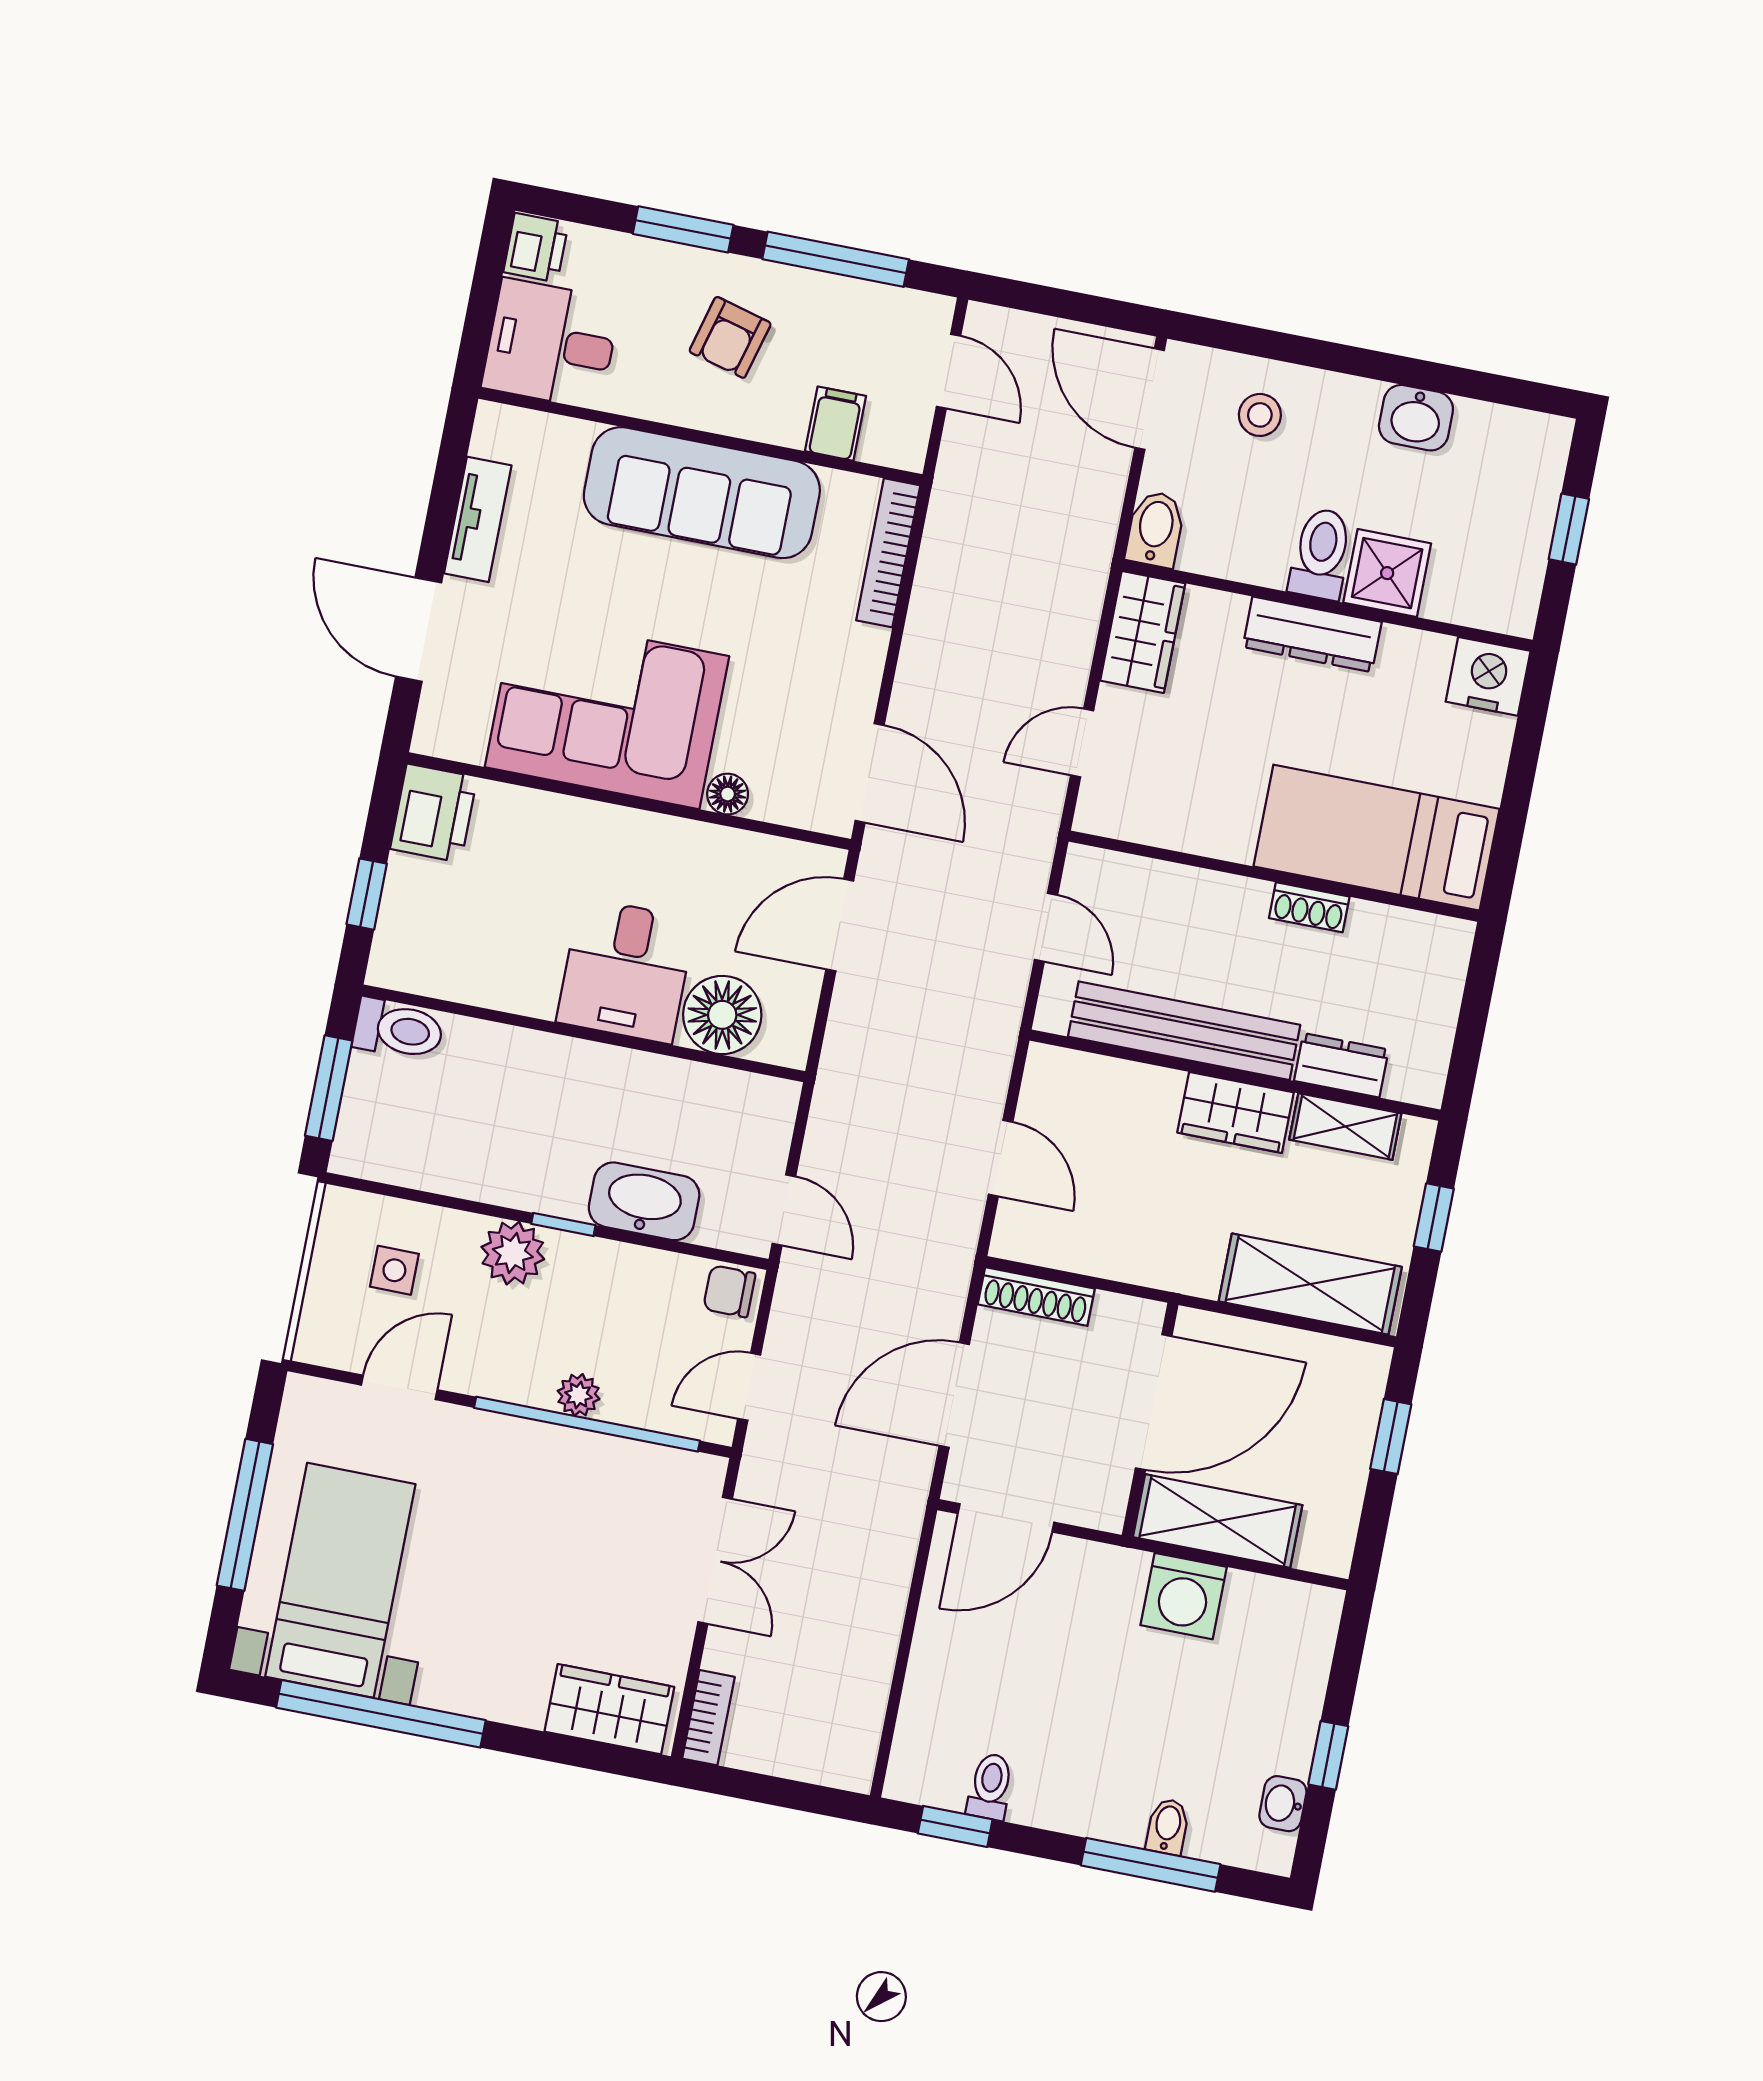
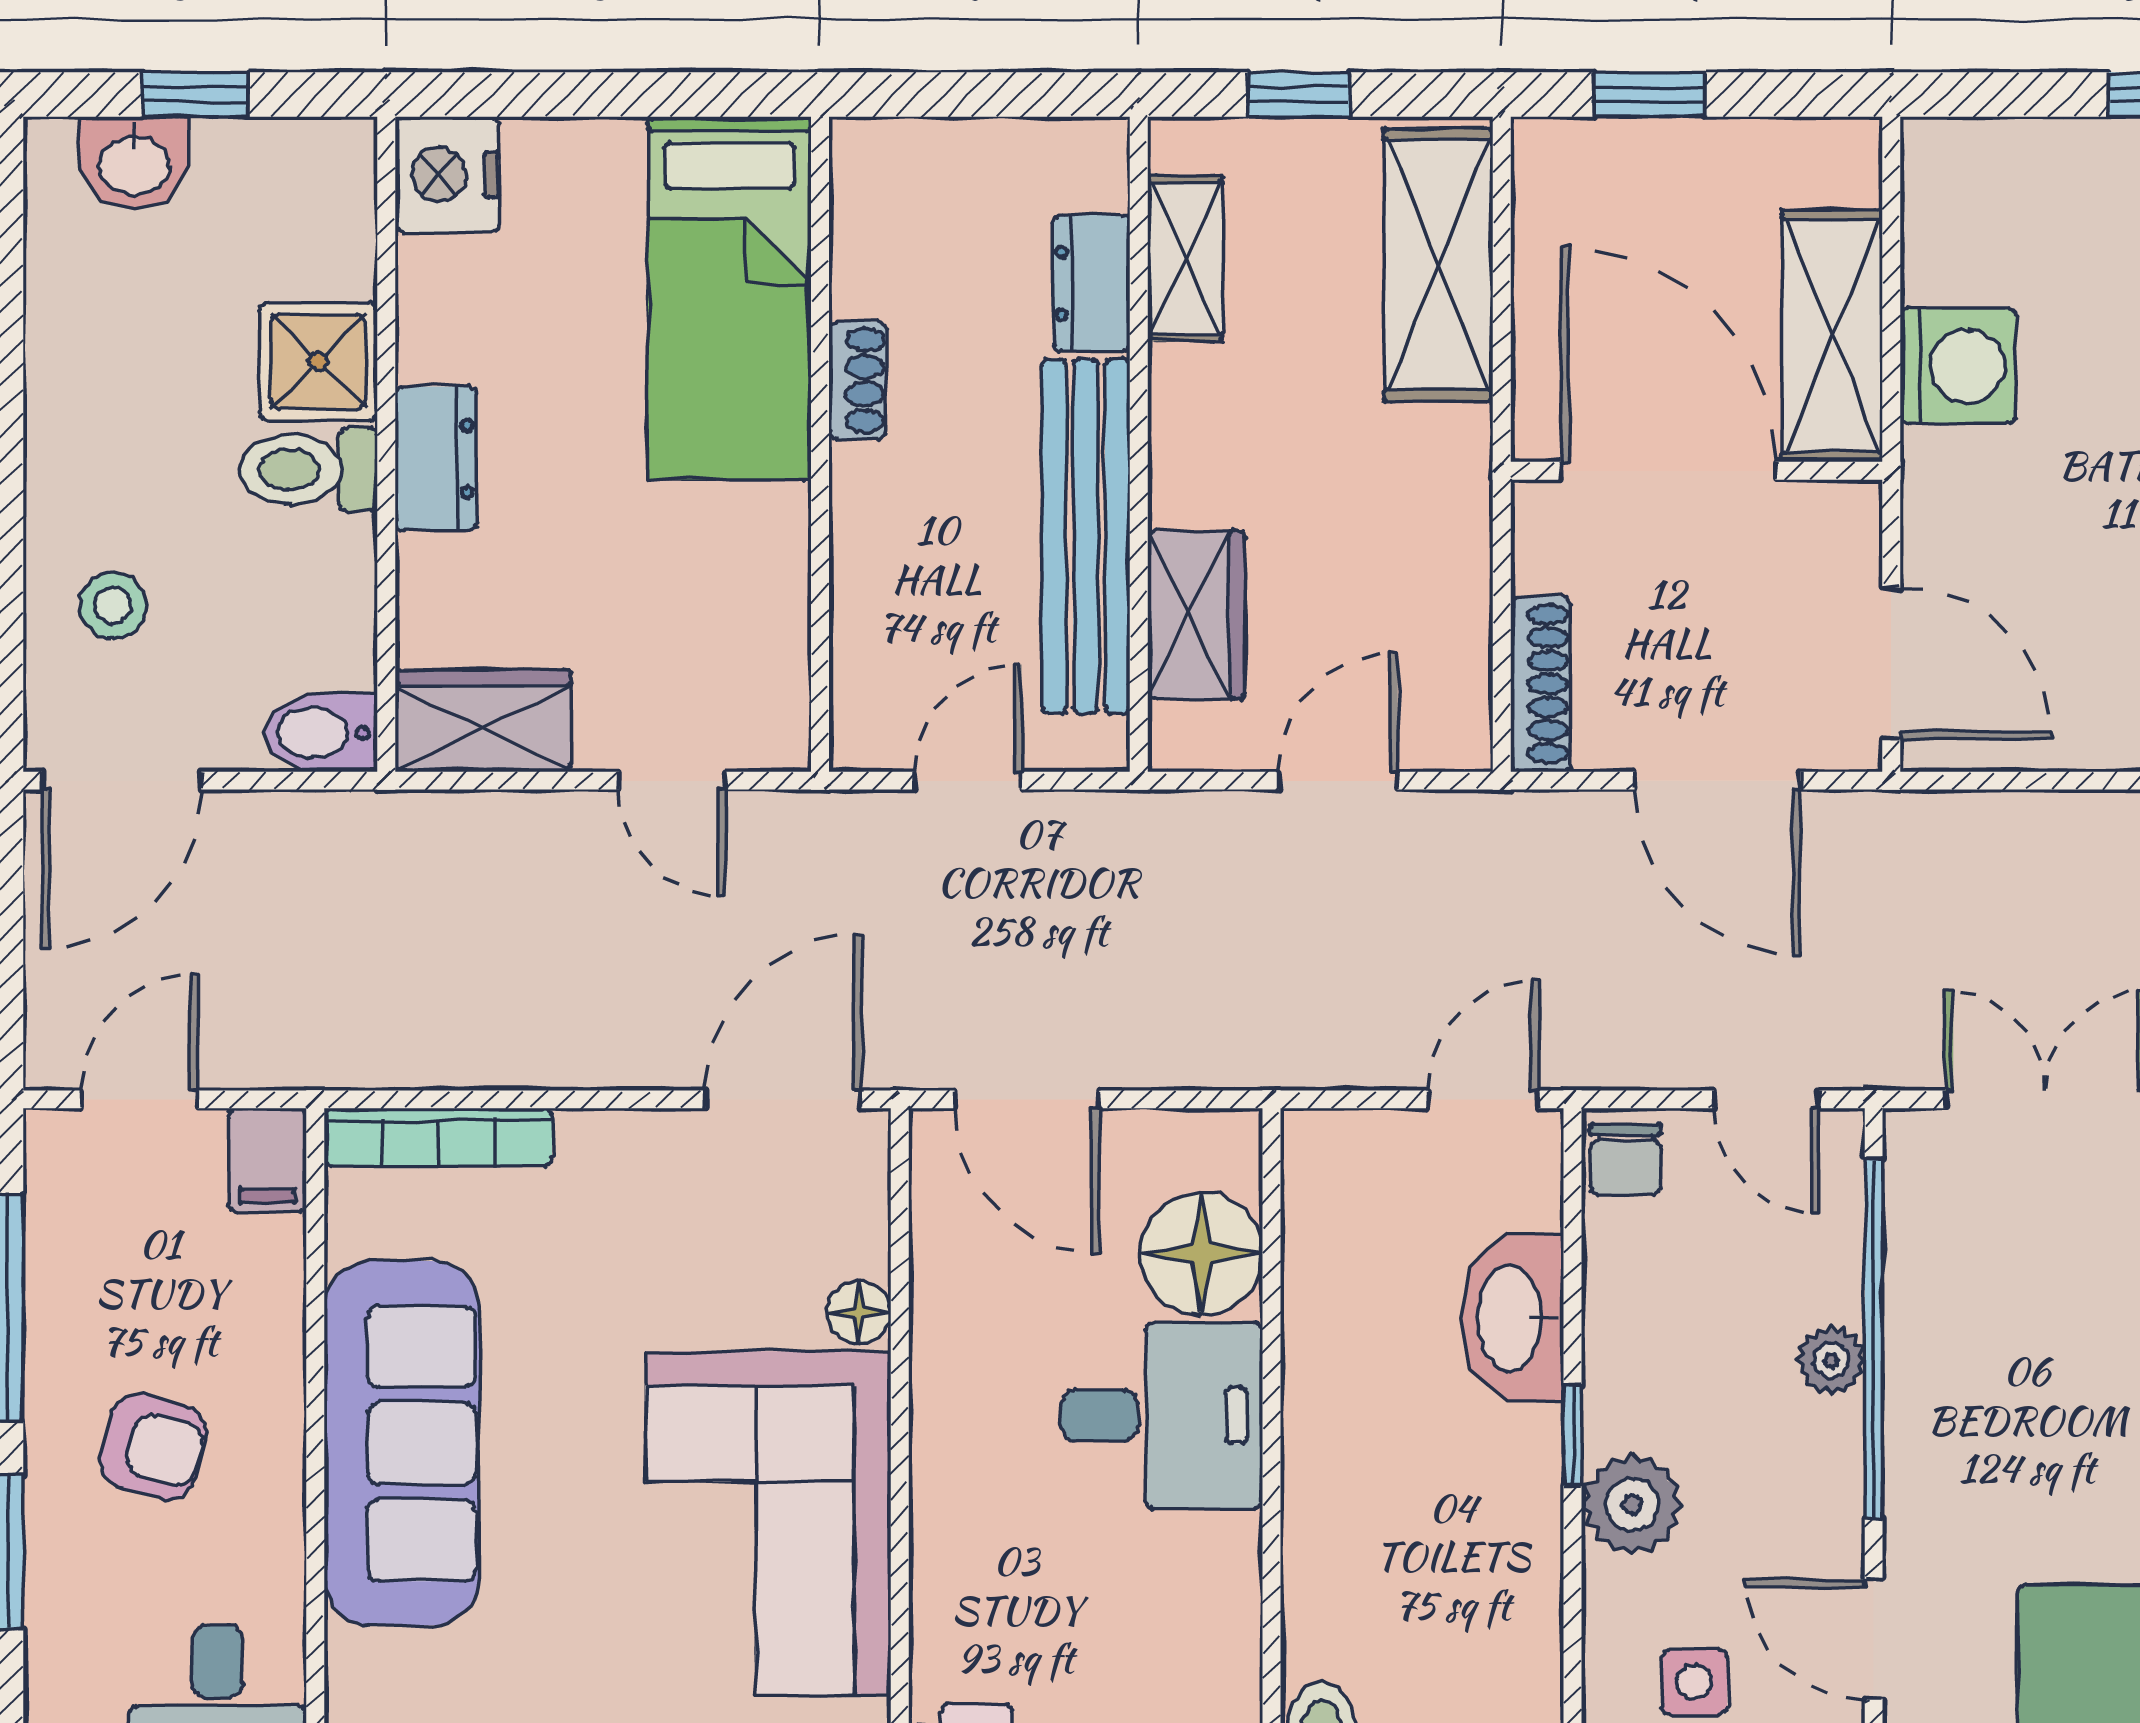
washbasin: (1416, 418) -> (134, 163), moved, turned 90
filing cabinet: (836, 424) -> (268, 1160), moved, turned -90
dresser: (1312, 634) -> (436, 459), width x0.70
wardrobe: (1236, 1112) -> (1196, 615), moved

